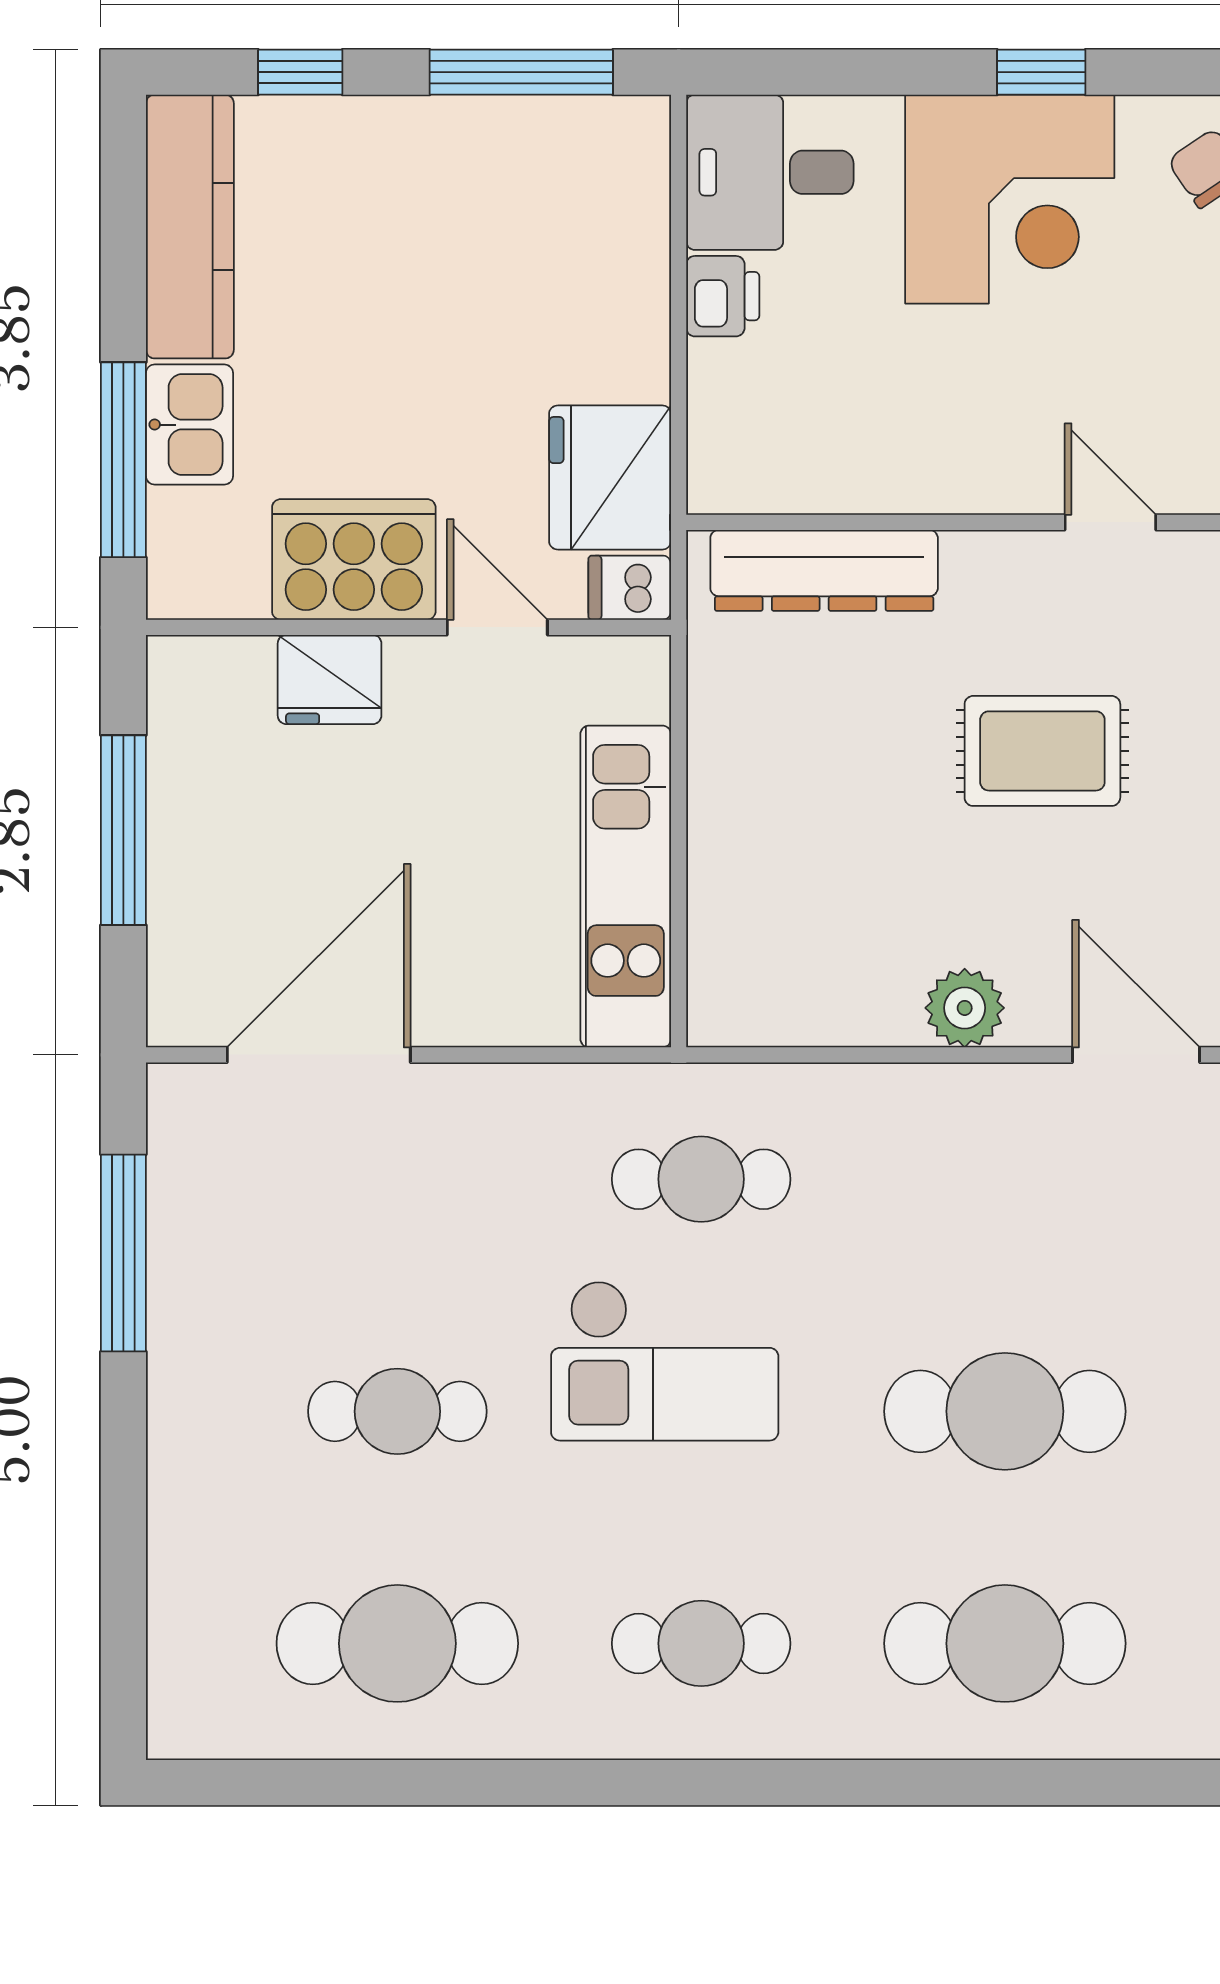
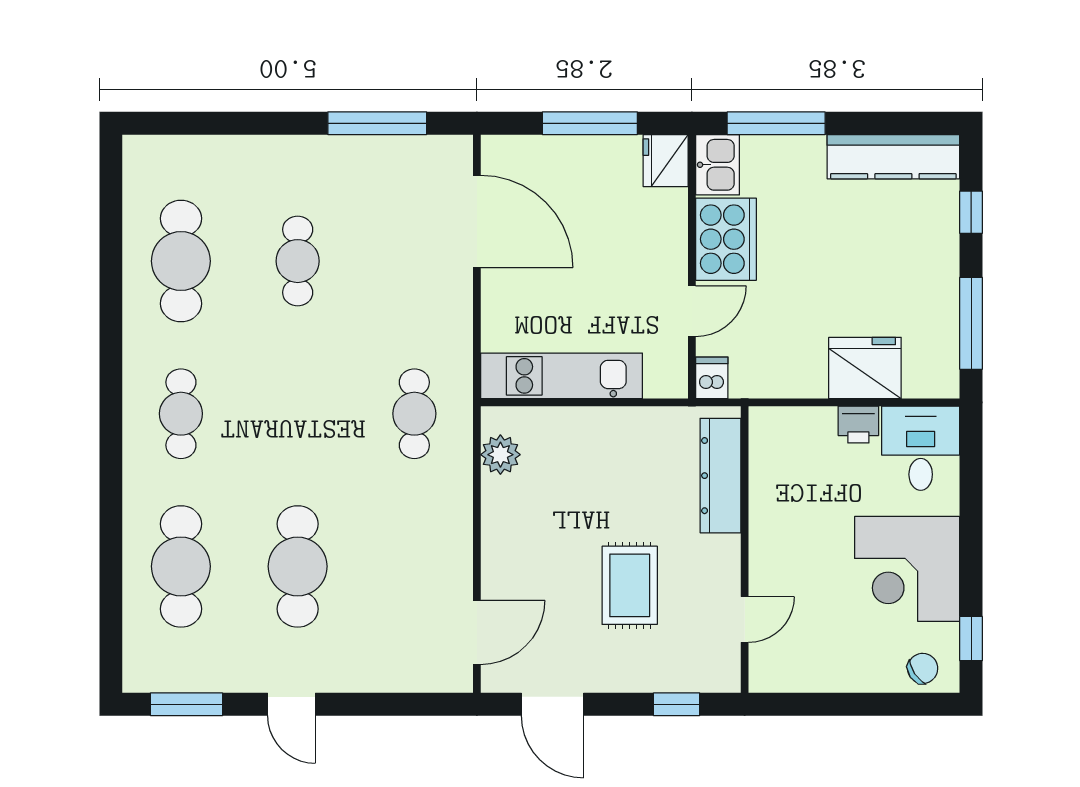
window: (1041, 72) -> (971, 639), moved
kitchen sink: (189, 425) -> (718, 165), moved, turned -90
fridge: (610, 477) -> (865, 368), moved
fridge: (330, 679) -> (666, 161), moved
plant: (965, 1008) -> (500, 455), moved
checkout: (665, 1361) -> (323, 395), removed

